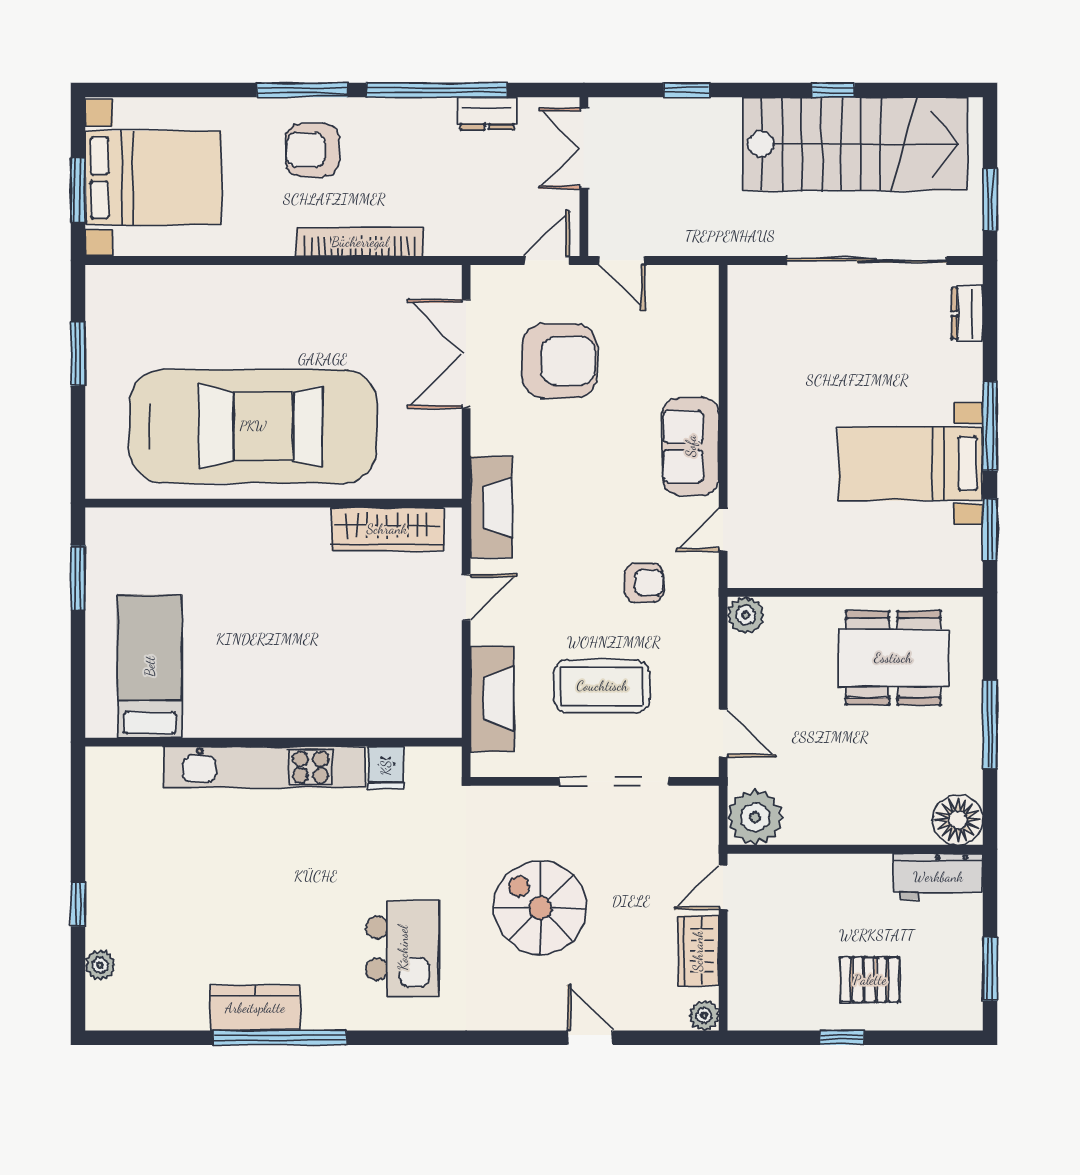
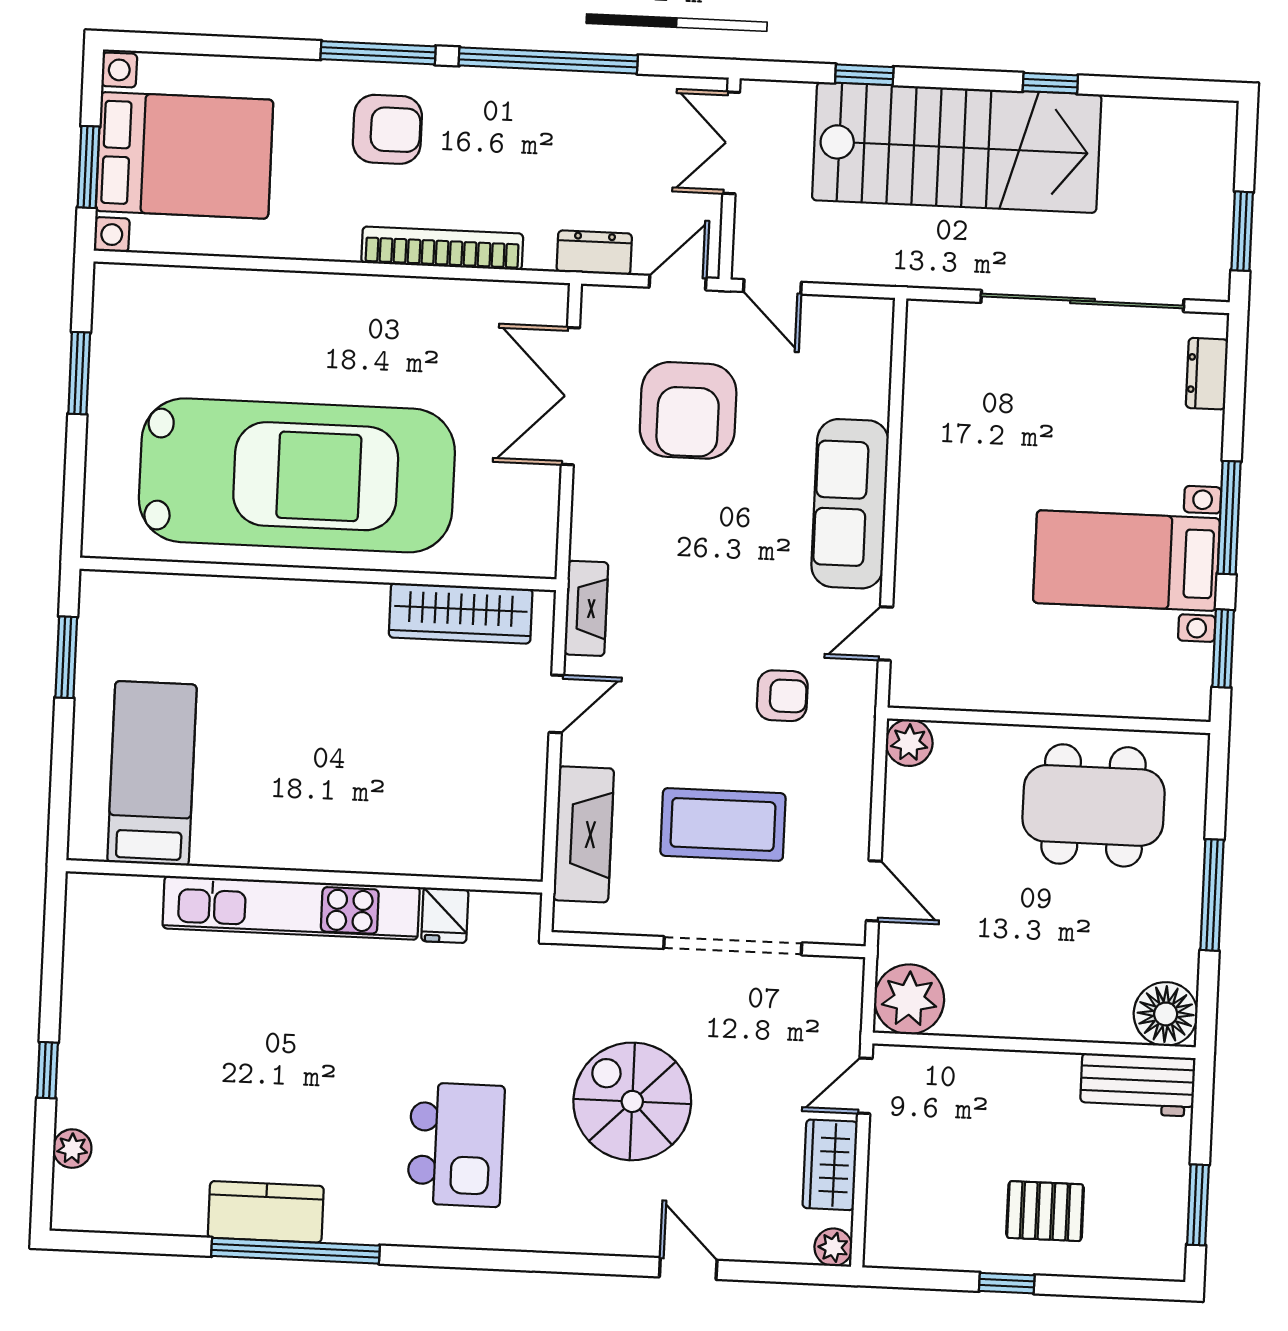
dresser: (487, 113) -> (594, 253), moved, turned 180
stairs: (855, 144) -> (957, 147), moved
armchair: (312, 150) -> (387, 129), turned 180
armchair: (559, 361) -> (688, 410), turned 90
sofa: (691, 446) -> (850, 504), width x1.36
fireplace: (491, 507) -> (586, 608), width x0.73, depth x0.76

